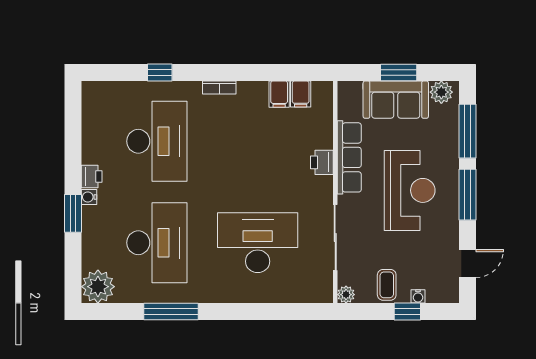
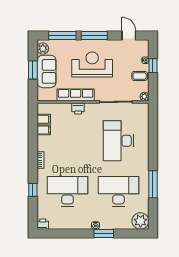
printer: (92, 176) -> (43, 224), moved

